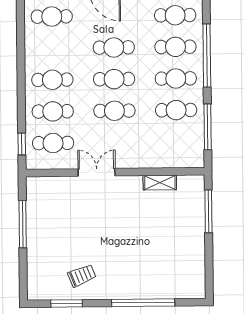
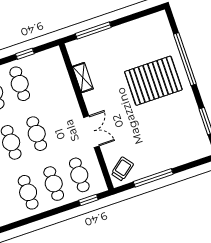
window: (208, 127) -> (25, 54), width x0.46
double door: (97, 172) -> (91, 132), swing flipped
pallet: (131, 260) -> (153, 81), added
trolley: (82, 276) -> (122, 169), moved, turned 74

